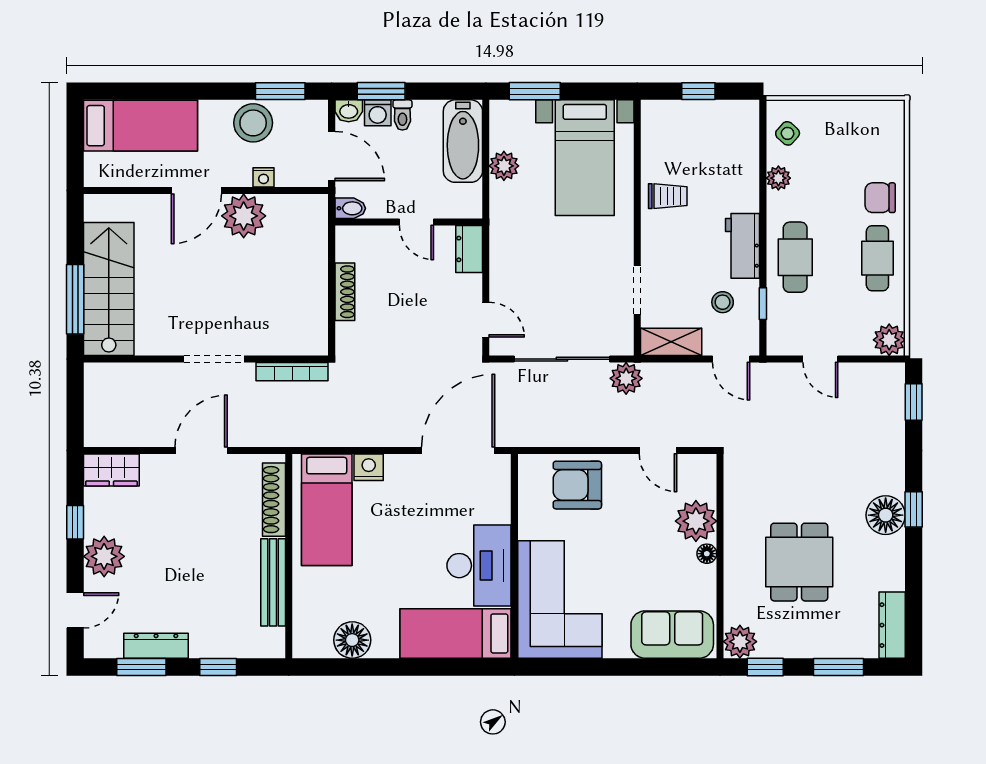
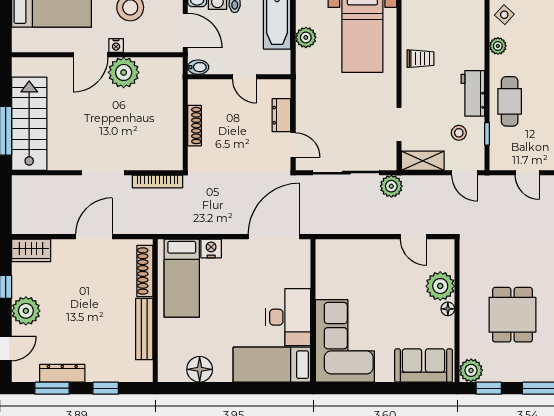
nightstand: (264, 177) -> (116, 45), moved
dresser: (469, 249) -> (281, 115), moved
armchair: (577, 485) -> (357, 261), removed

